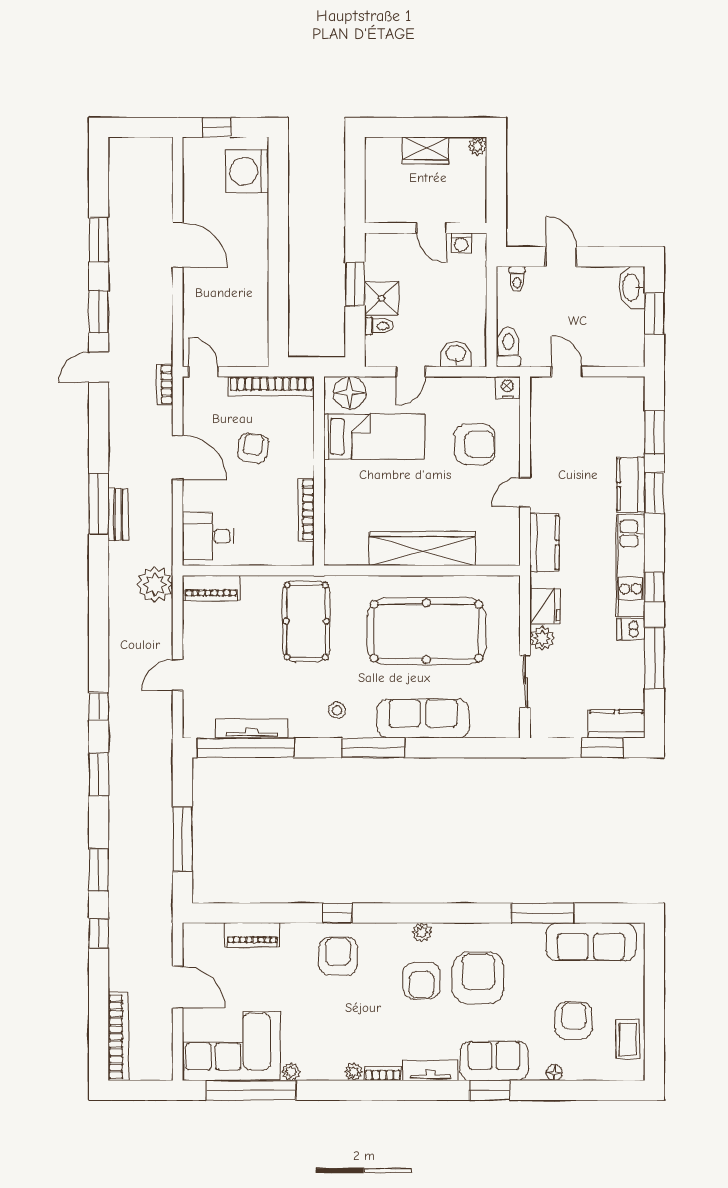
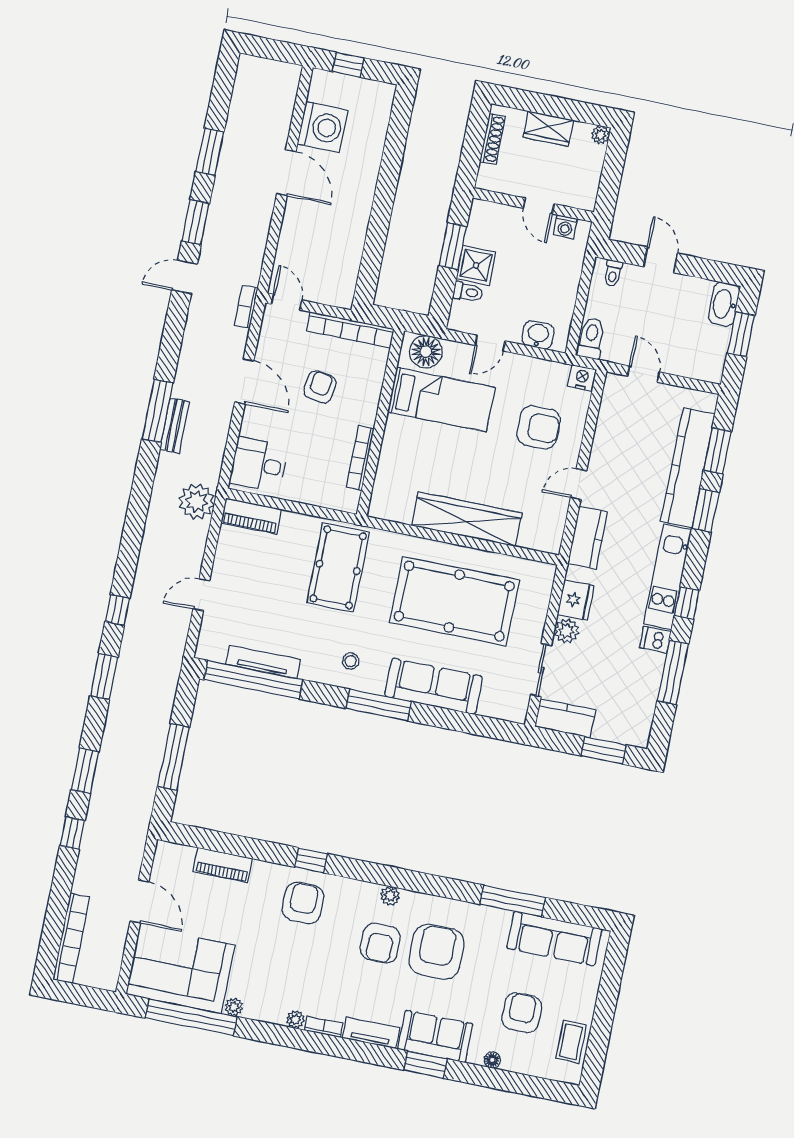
washing machine: (247, 171) -> (323, 127), moved, turned 180
shoe rack: (373, 171) -> (493, 139), added
kitchen counter: (631, 485) -> (688, 468), width x2.08, depth x1.17
kitchen counter: (616, 724) -> (565, 718), moved

